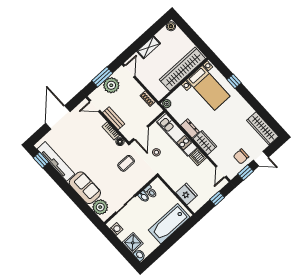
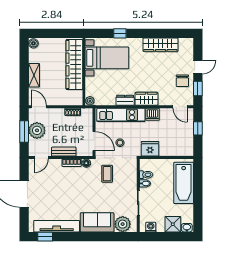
wardrobe: (263, 128) -> (160, 45), moved
fridge: (187, 194) -> (150, 149), moved

